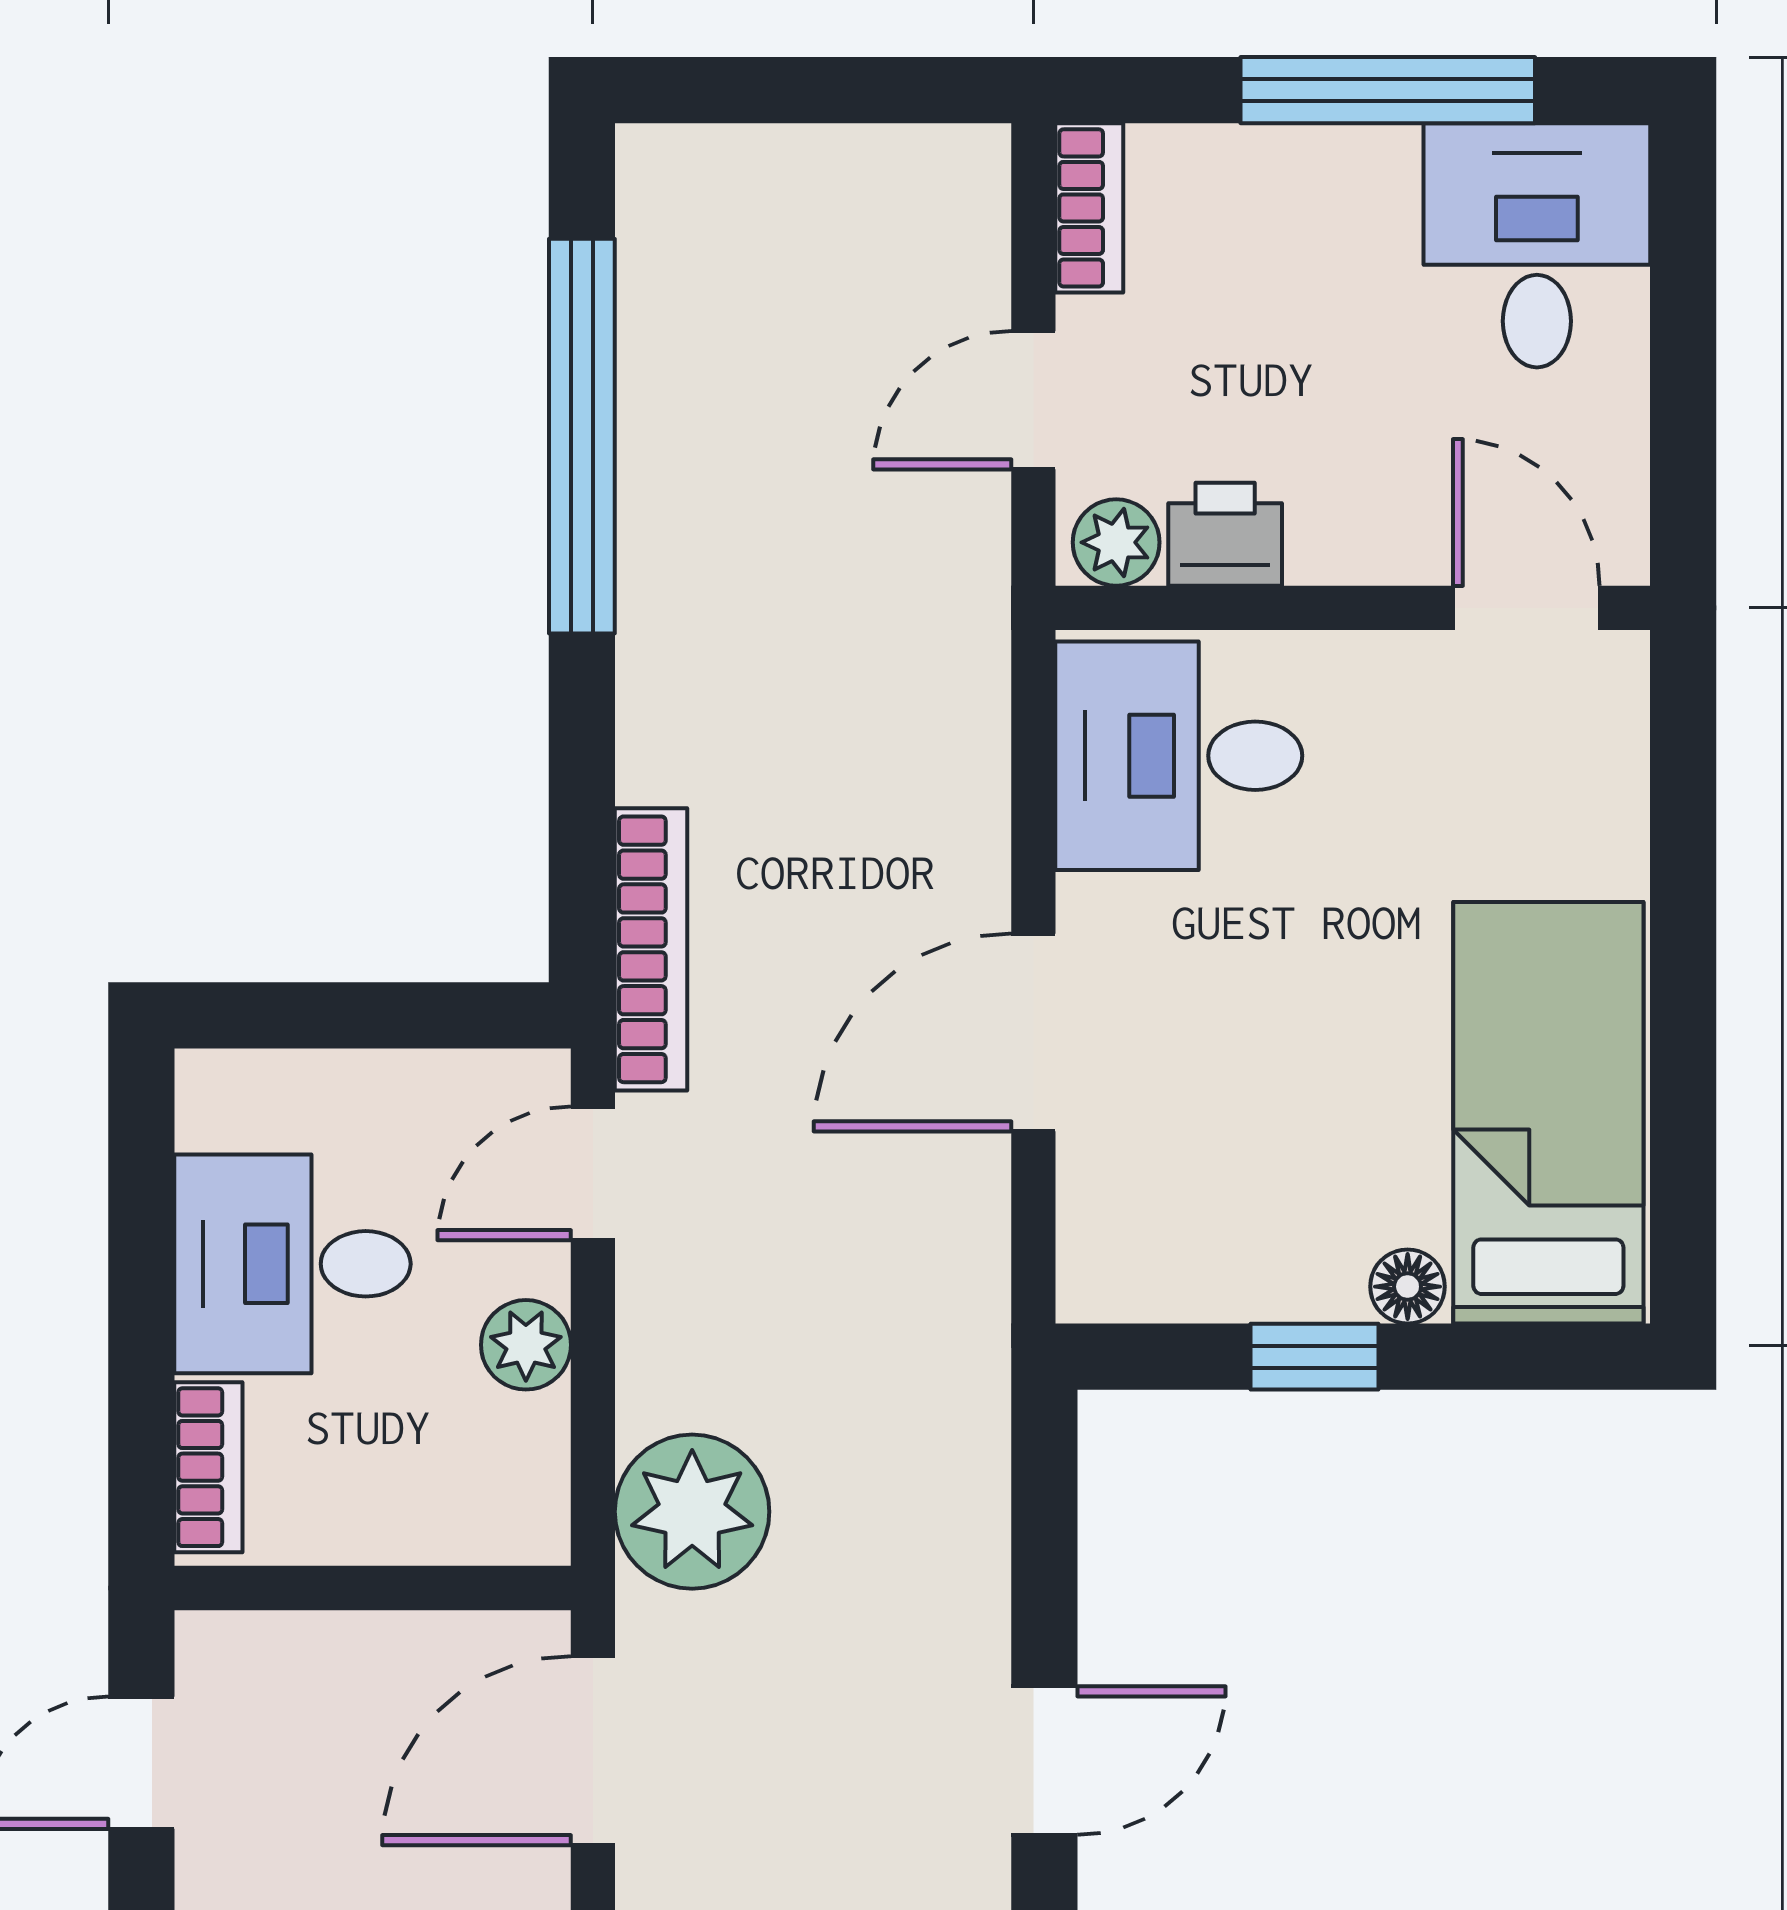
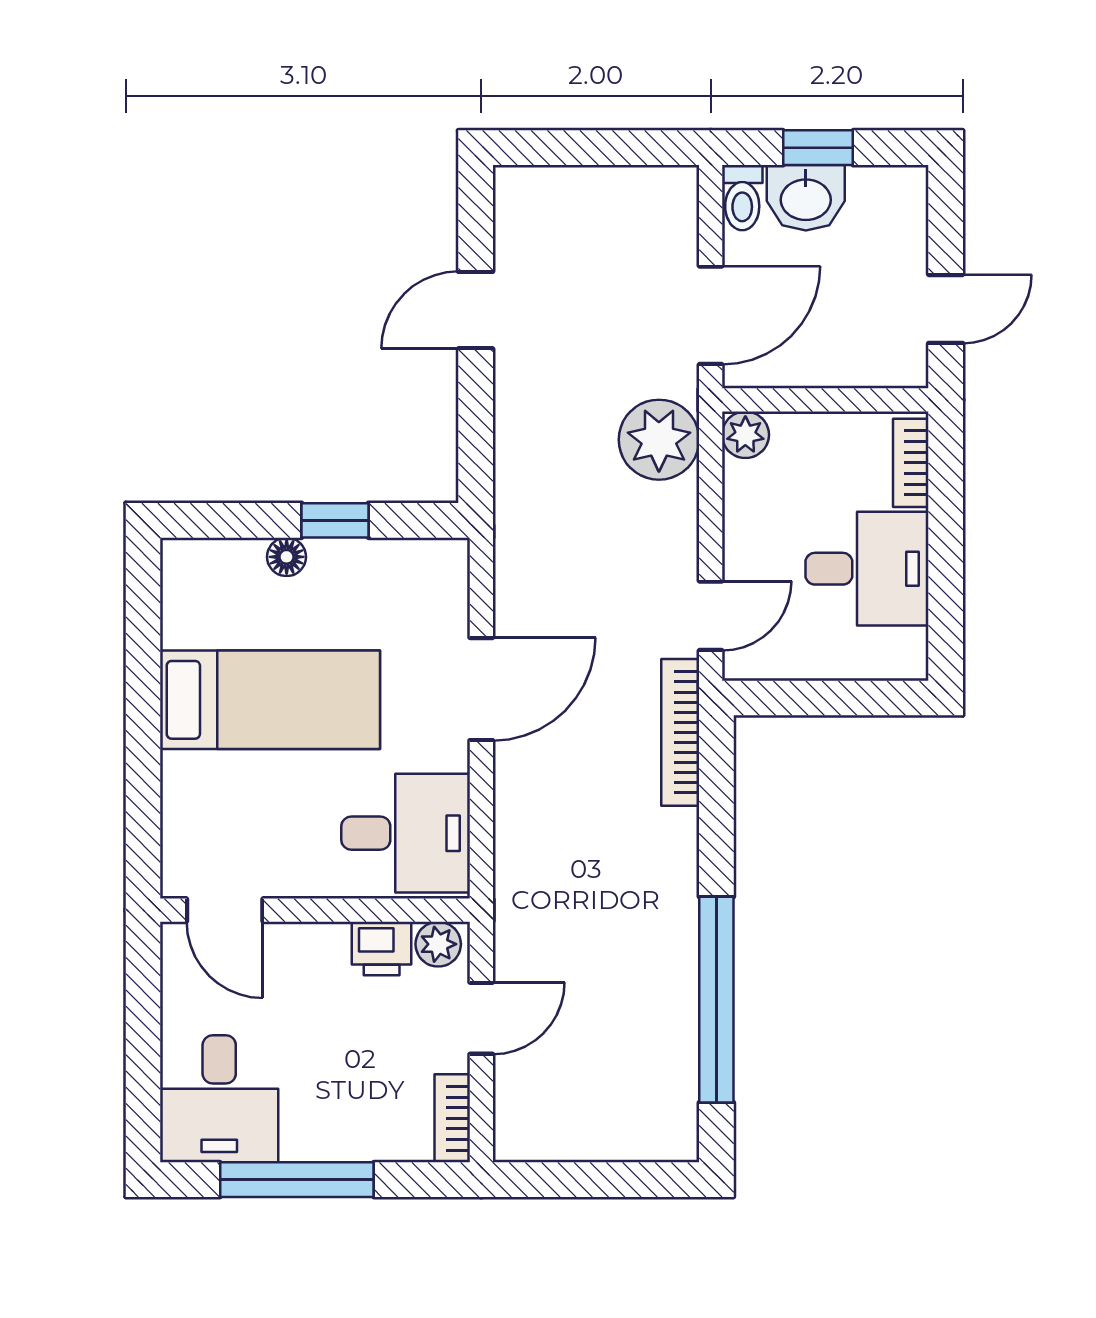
bed: (1548, 1113) -> (270, 700), moved, turned -90
plant: (526, 1345) -> (745, 435), moved

